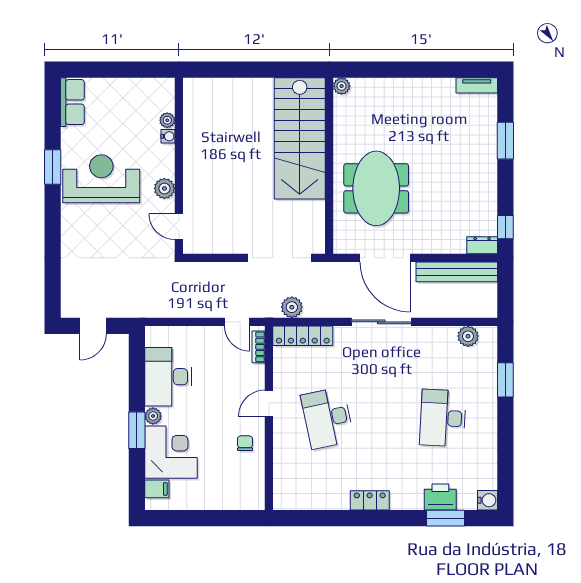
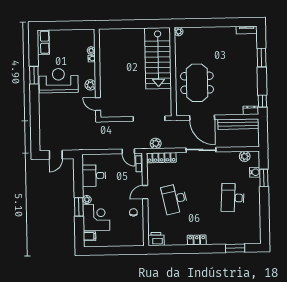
desk: (168, 377) -> (94, 176), width x0.73
printer: (440, 497) -> (156, 239), moved
water cooler: (487, 500) -> (255, 172), moved

